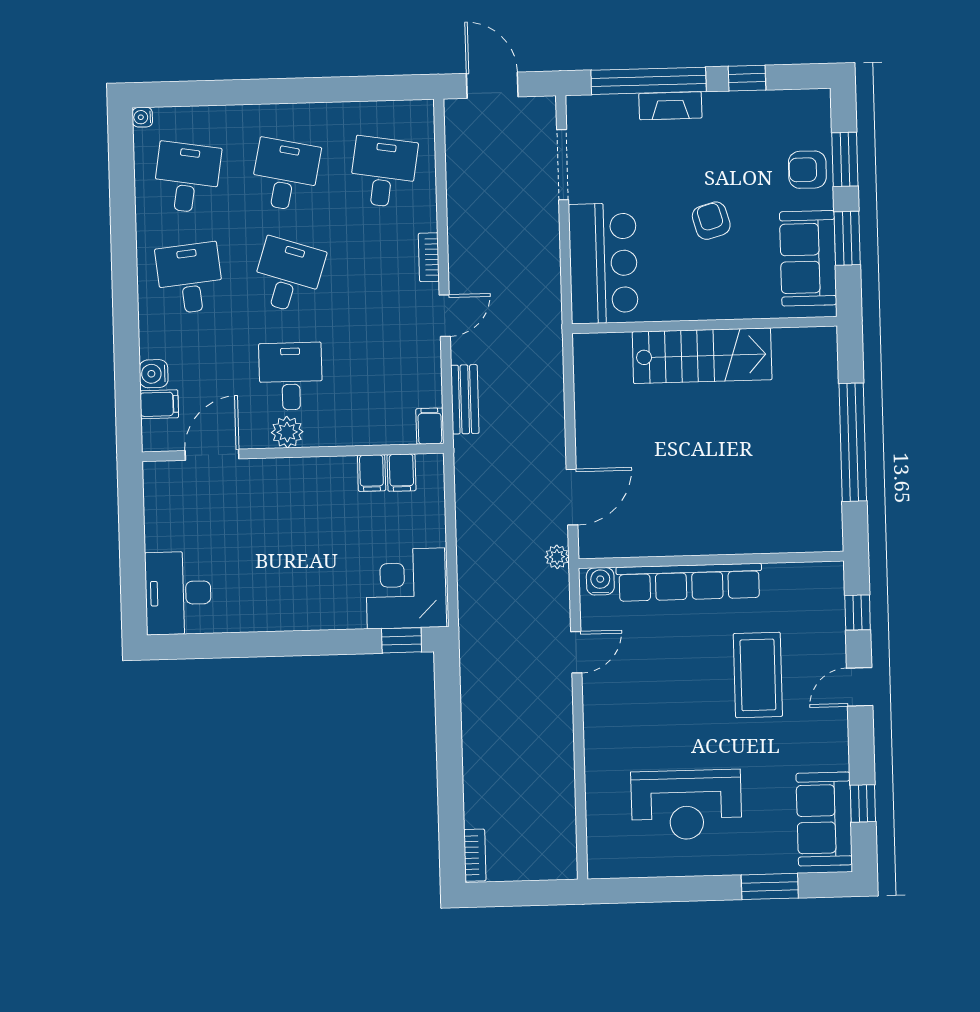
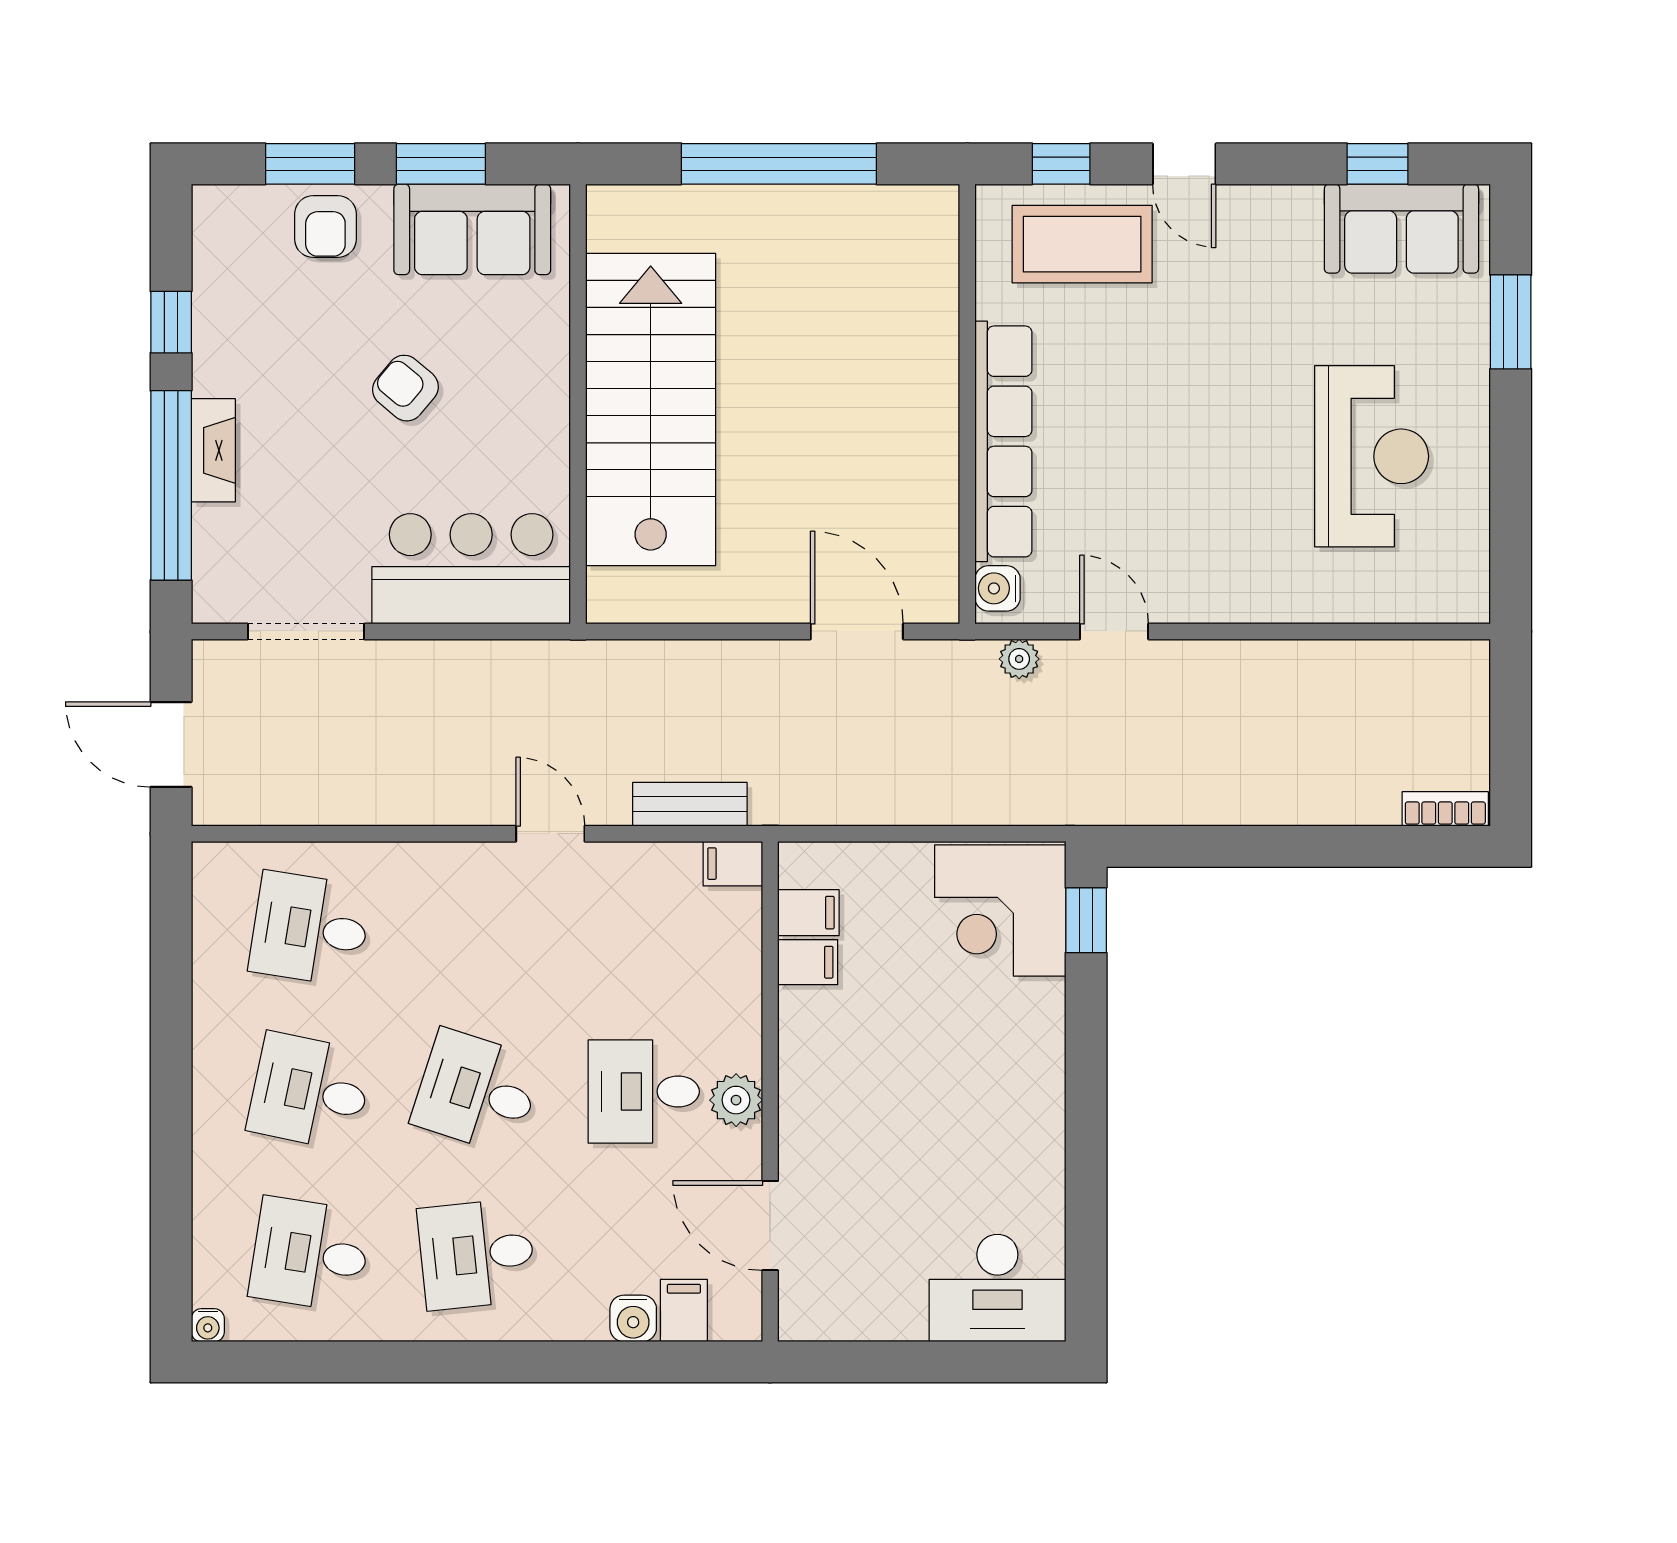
door: (492, 85) -> (171, 744), hinge flipped
armchair: (711, 221) -> (405, 388), turned 56
bookcase: (429, 257) -> (453, 857), removed
stairs: (702, 356) -> (651, 409), width x1.36, depth x1.51
plant: (557, 557) -> (1019, 659), moved
coffee table: (758, 675) -> (1082, 244), moved

